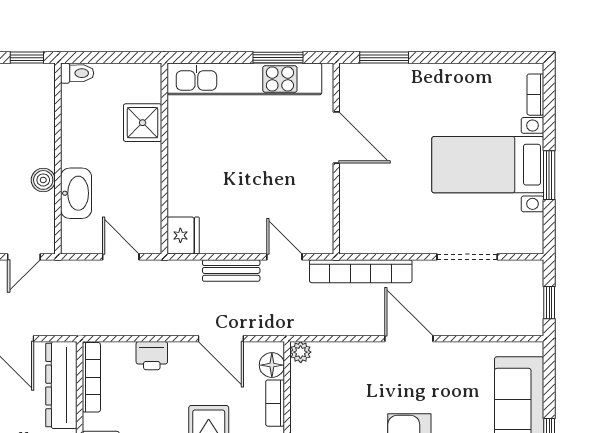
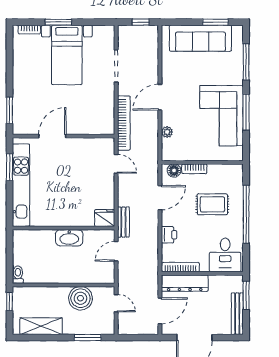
shower: (143, 123) -> (44, 240), removed
window: (549, 175) -> (58, 22), moved
boiler: (43, 180) -> (81, 298), width x1.86, depth x1.86
washbasin: (76, 193) -> (69, 238), moved, turned 180
door: (284, 257) -> (116, 164), swing flipped
bench: (231, 270) -> (123, 222), moved
plant: (301, 352) -> (167, 132), moved

